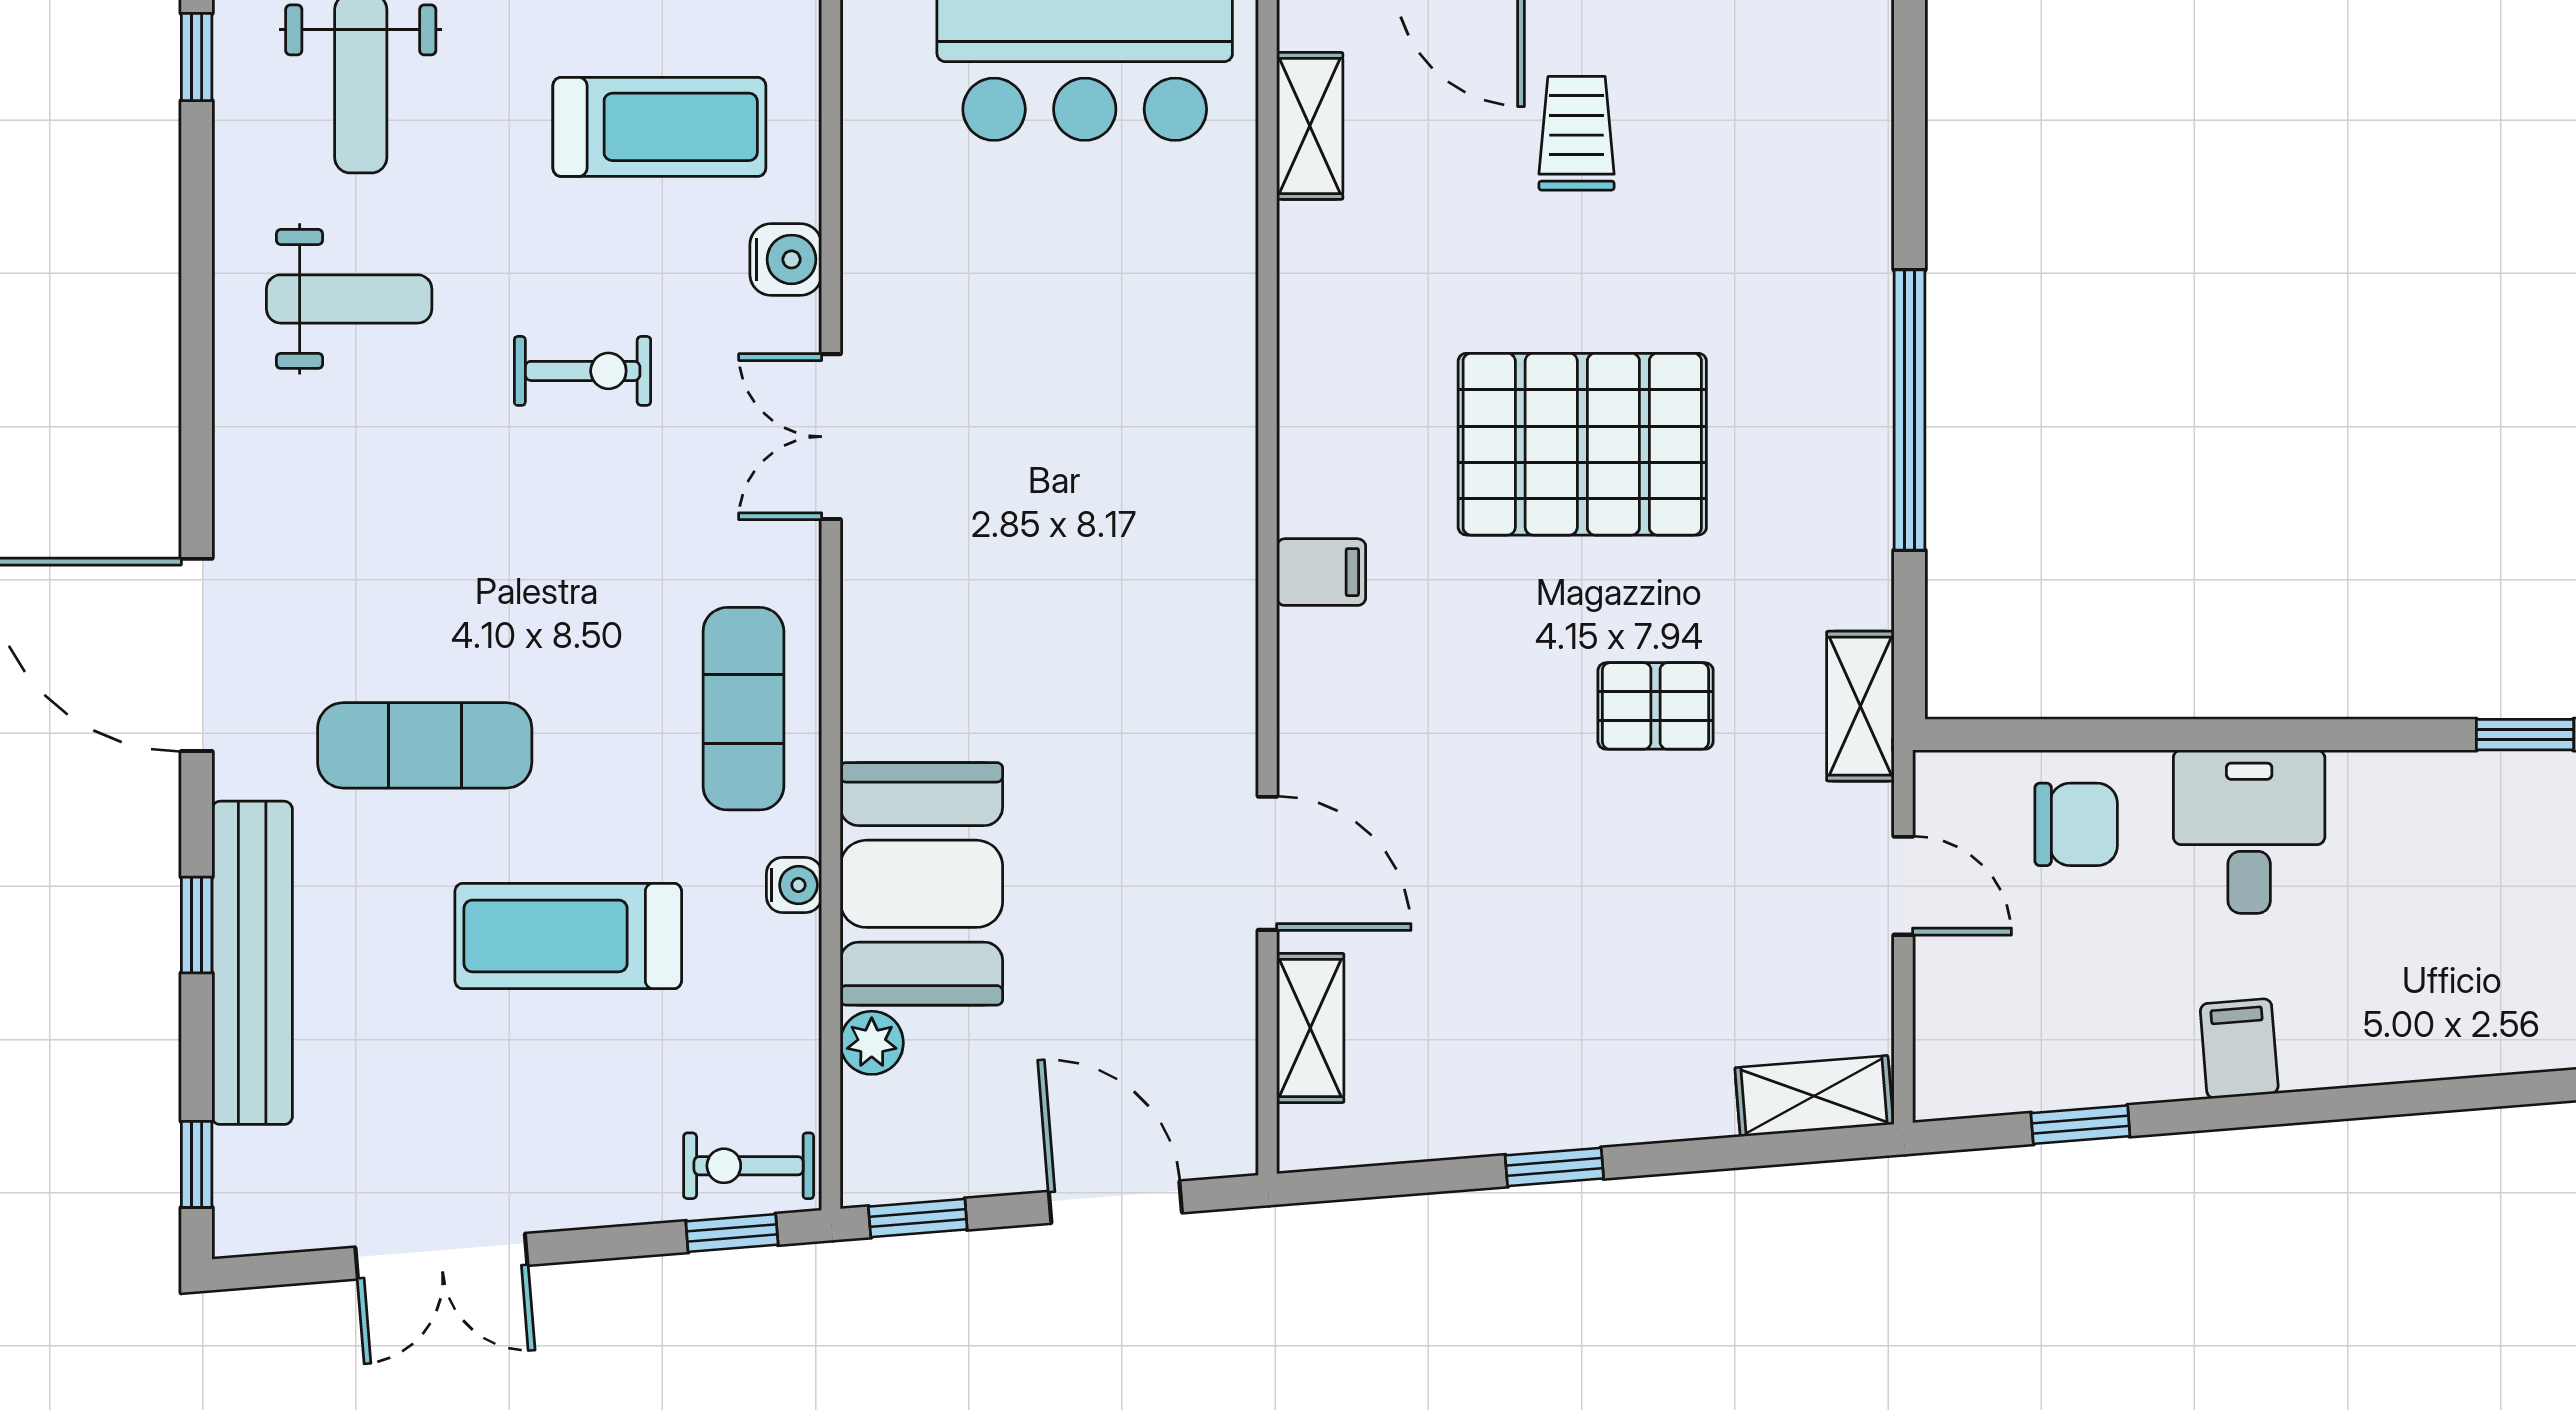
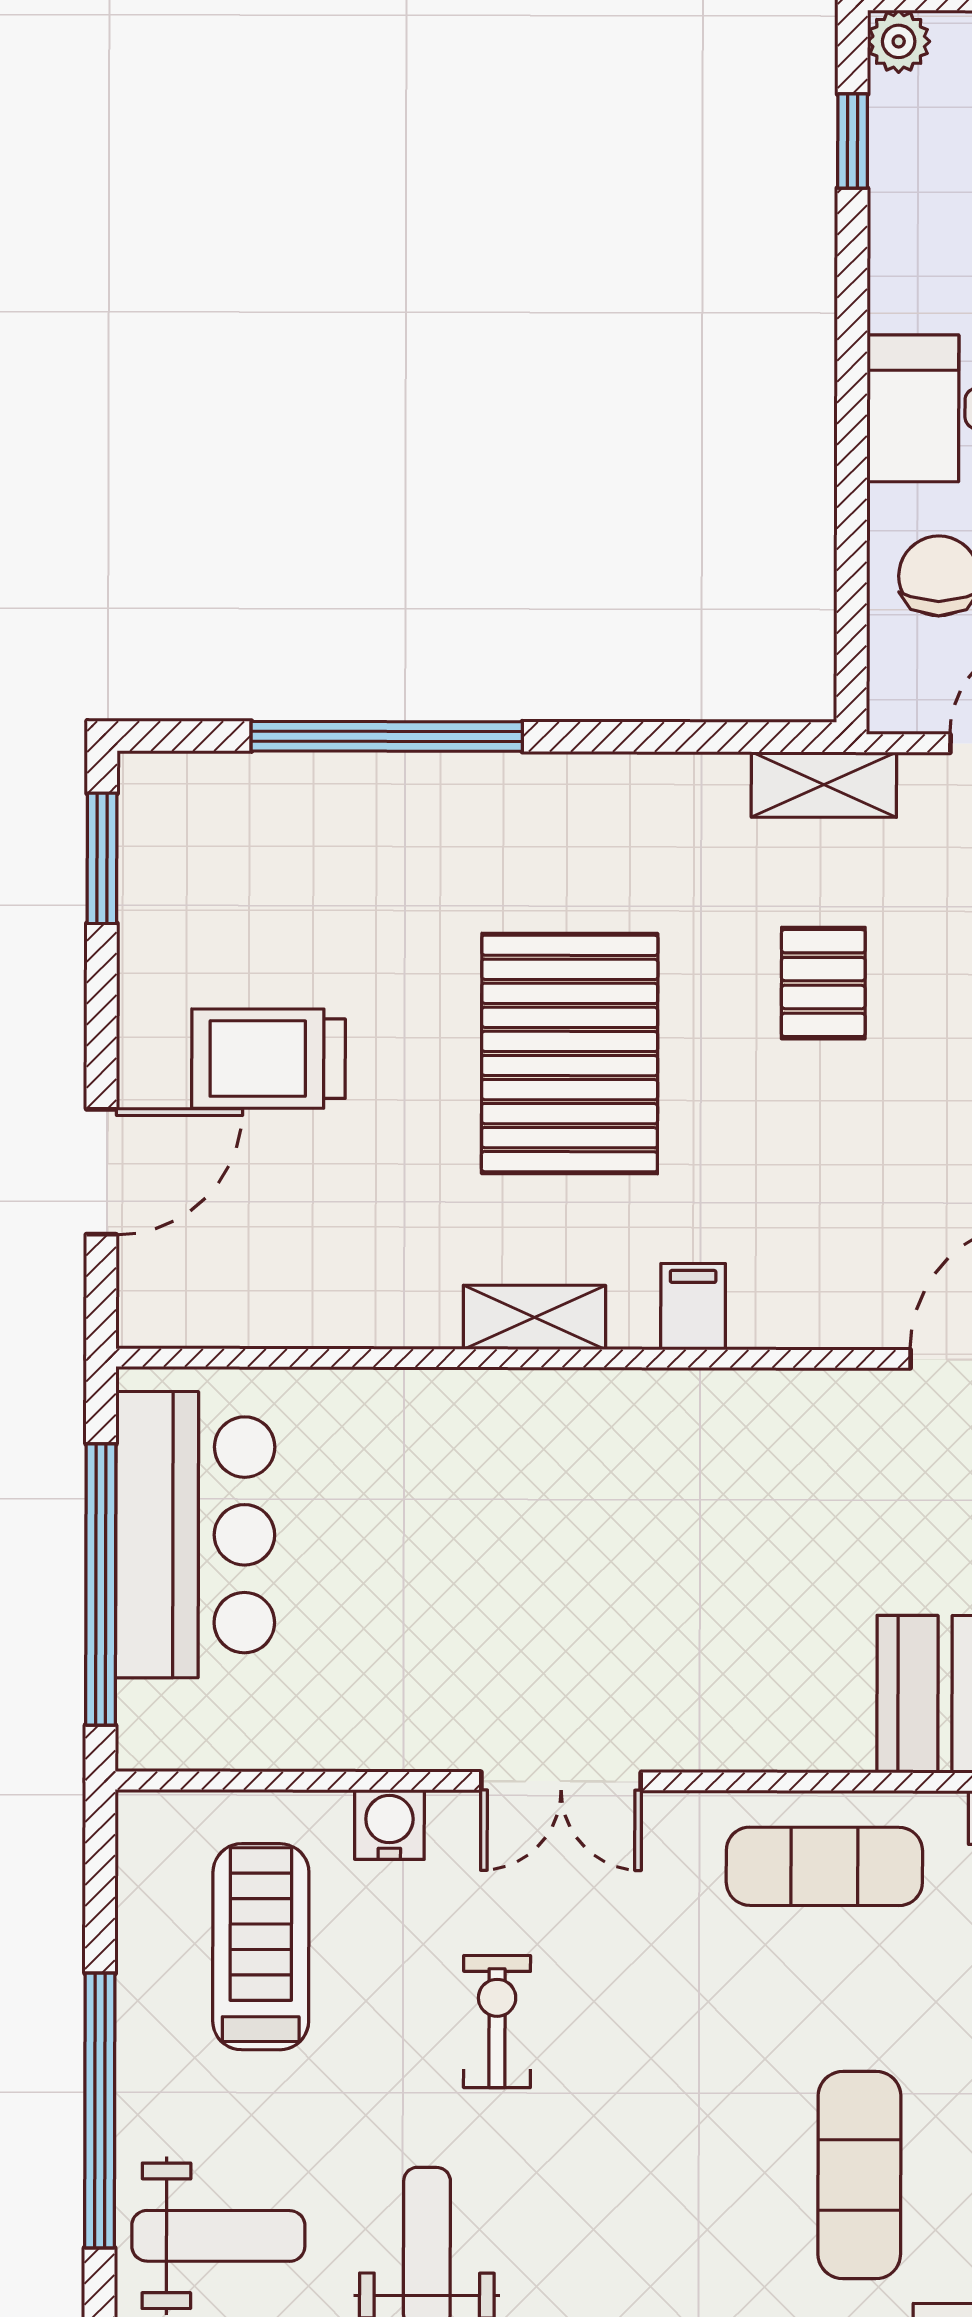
shelving: (1310, 126) -> (534, 1317), moved
trolley: (1577, 133) -> (269, 1059), width x1.36, depth x1.39
window: (1909, 410) -> (387, 736), moved

